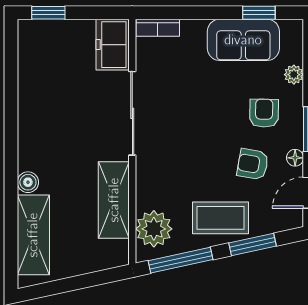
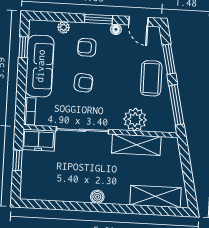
window: (48, 13) -> (17, 160), moved
sofa: (243, 40) -> (40, 66), width x1.36
armchair: (253, 164) -> (83, 83), moved, turned -95
boiler: (28, 182) -> (97, 197), moved
plant: (154, 229) -> (135, 119), moved

